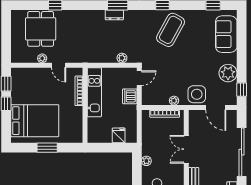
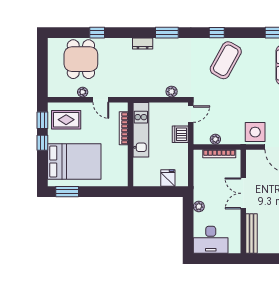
dresser: (114, 15) -> (143, 44), moved
rug: (27, 83) -> (66, 120), added
plant: (174, 101) -> (215, 139), moved
window: (47, 148) -> (67, 192), moved

